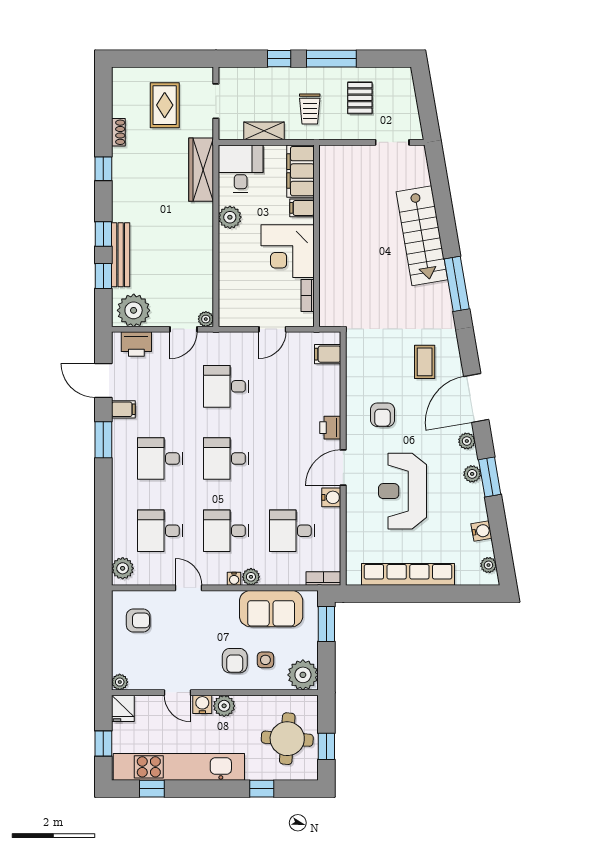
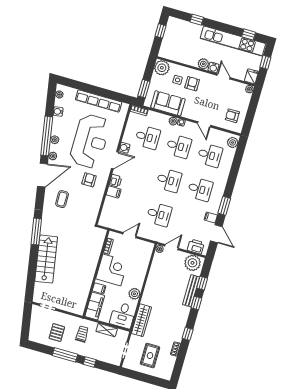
filing cabinet: (328, 354) -> (114, 192), moved
window: (490, 477) -> (47, 136), width x2.11
reception desk: (403, 491) -> (90, 141), width x1.36, depth x1.30
round table: (287, 739) -> (178, 40), removed

